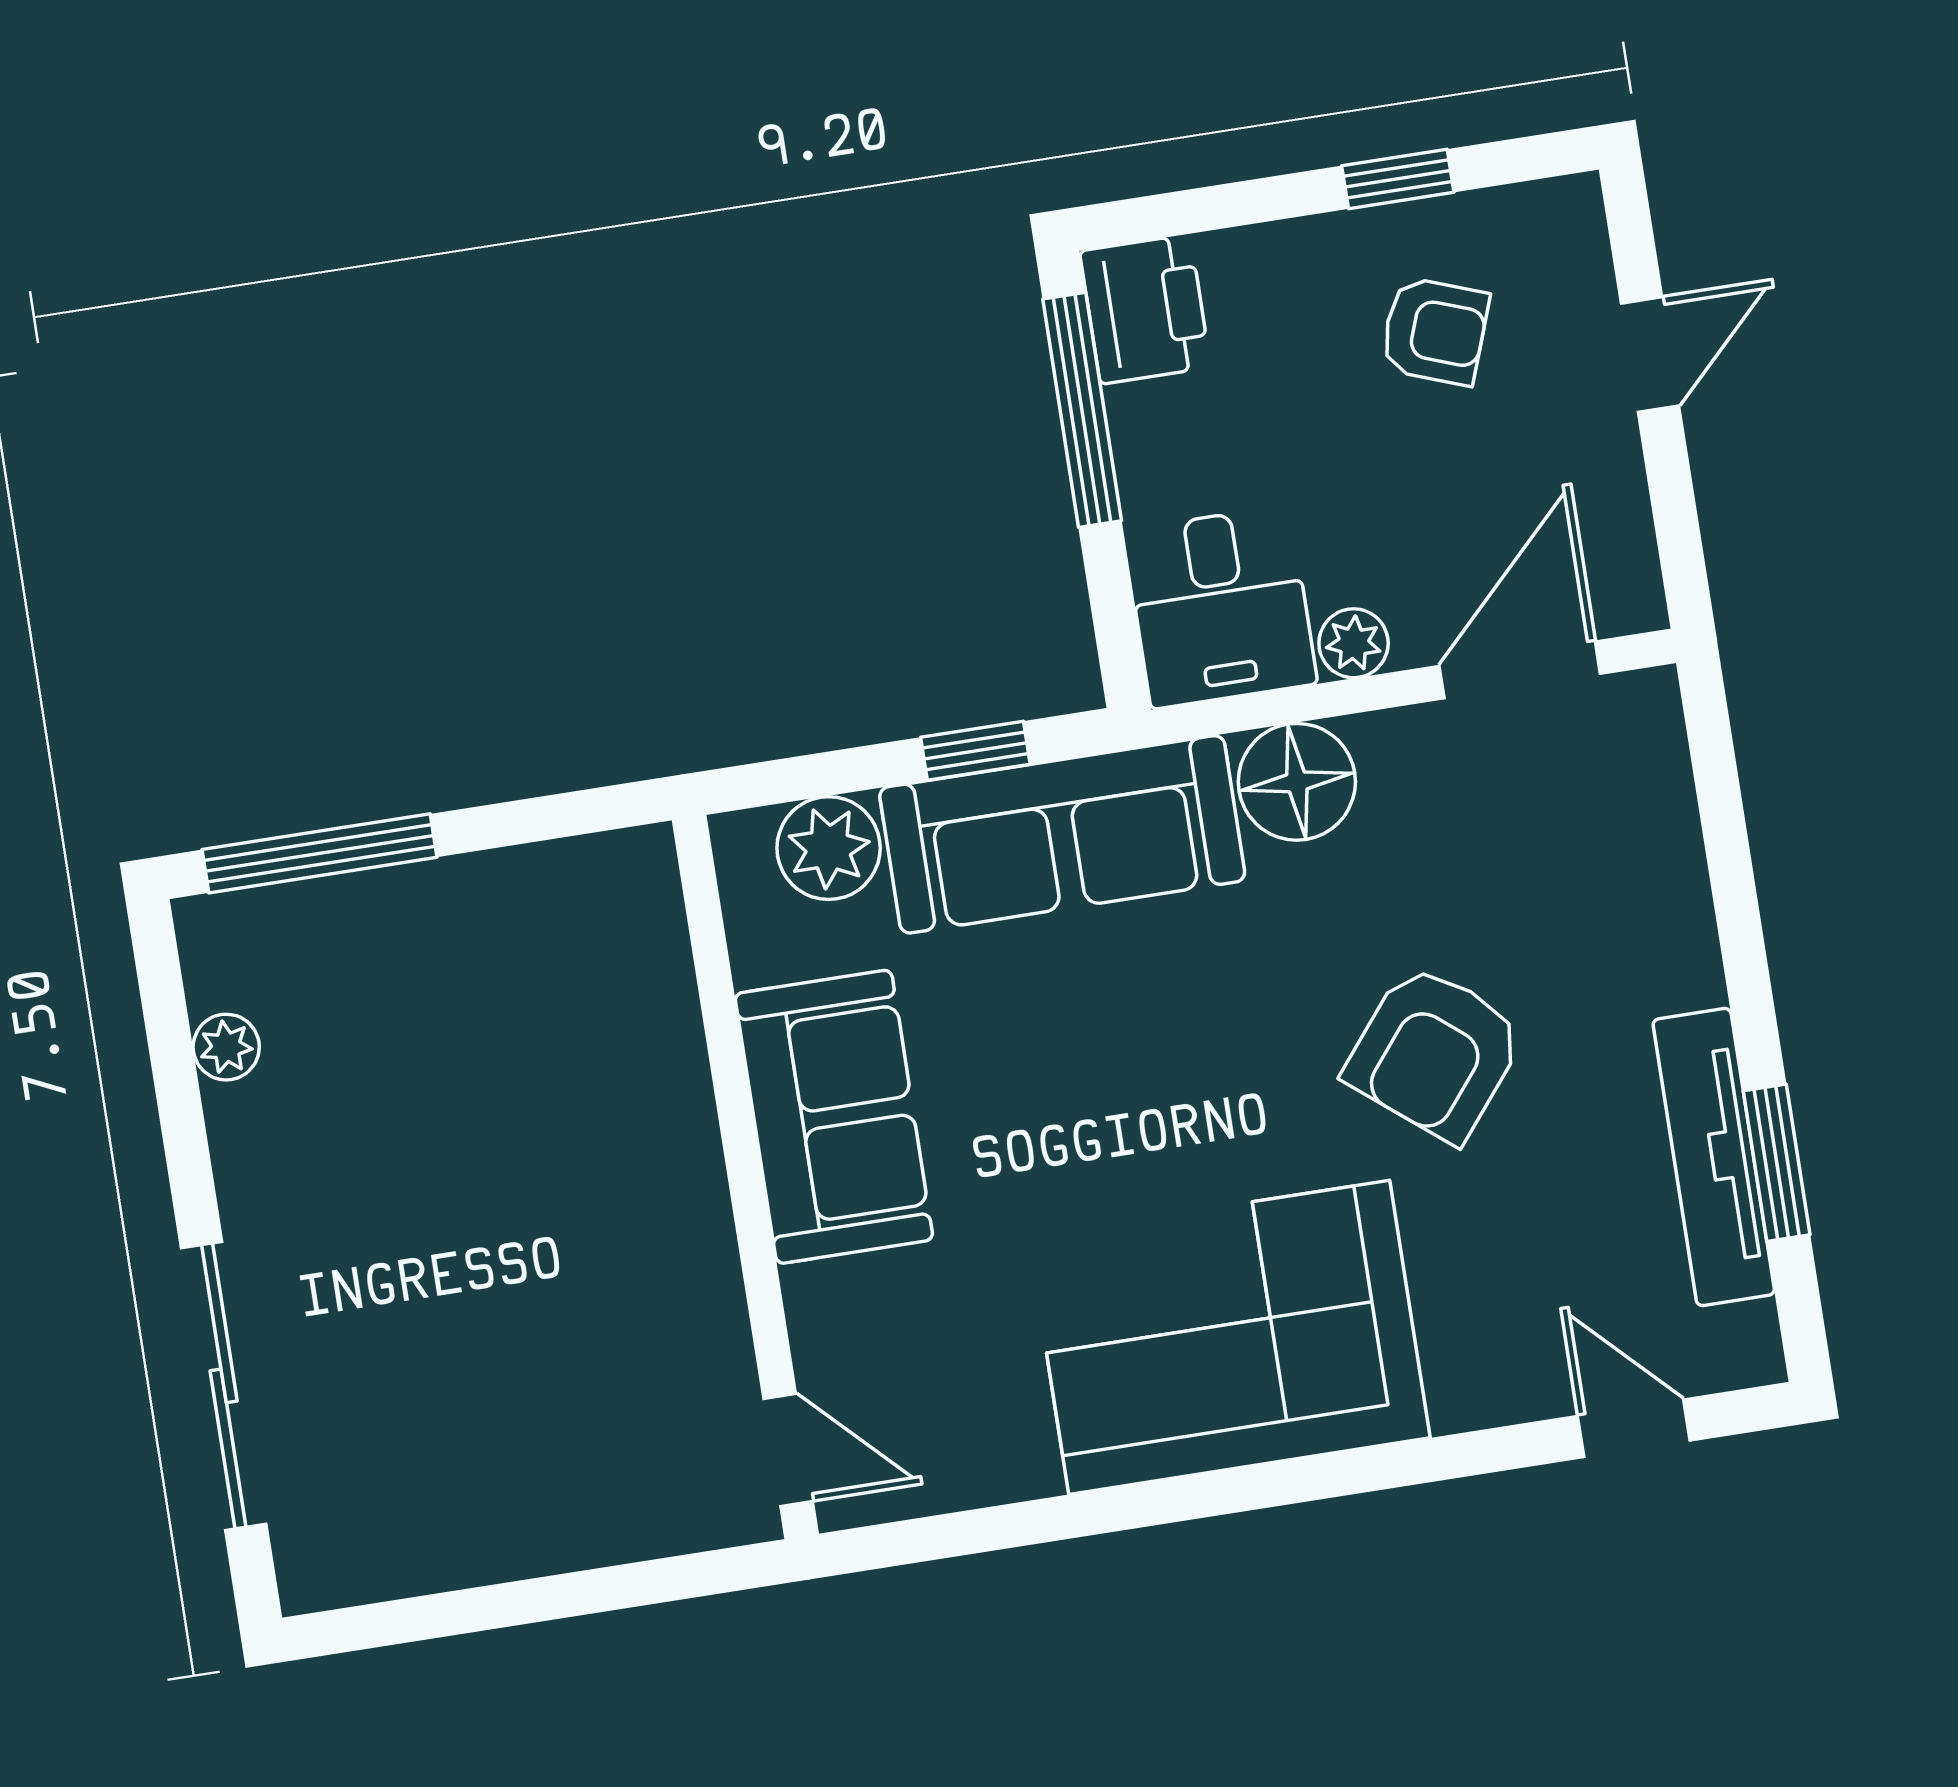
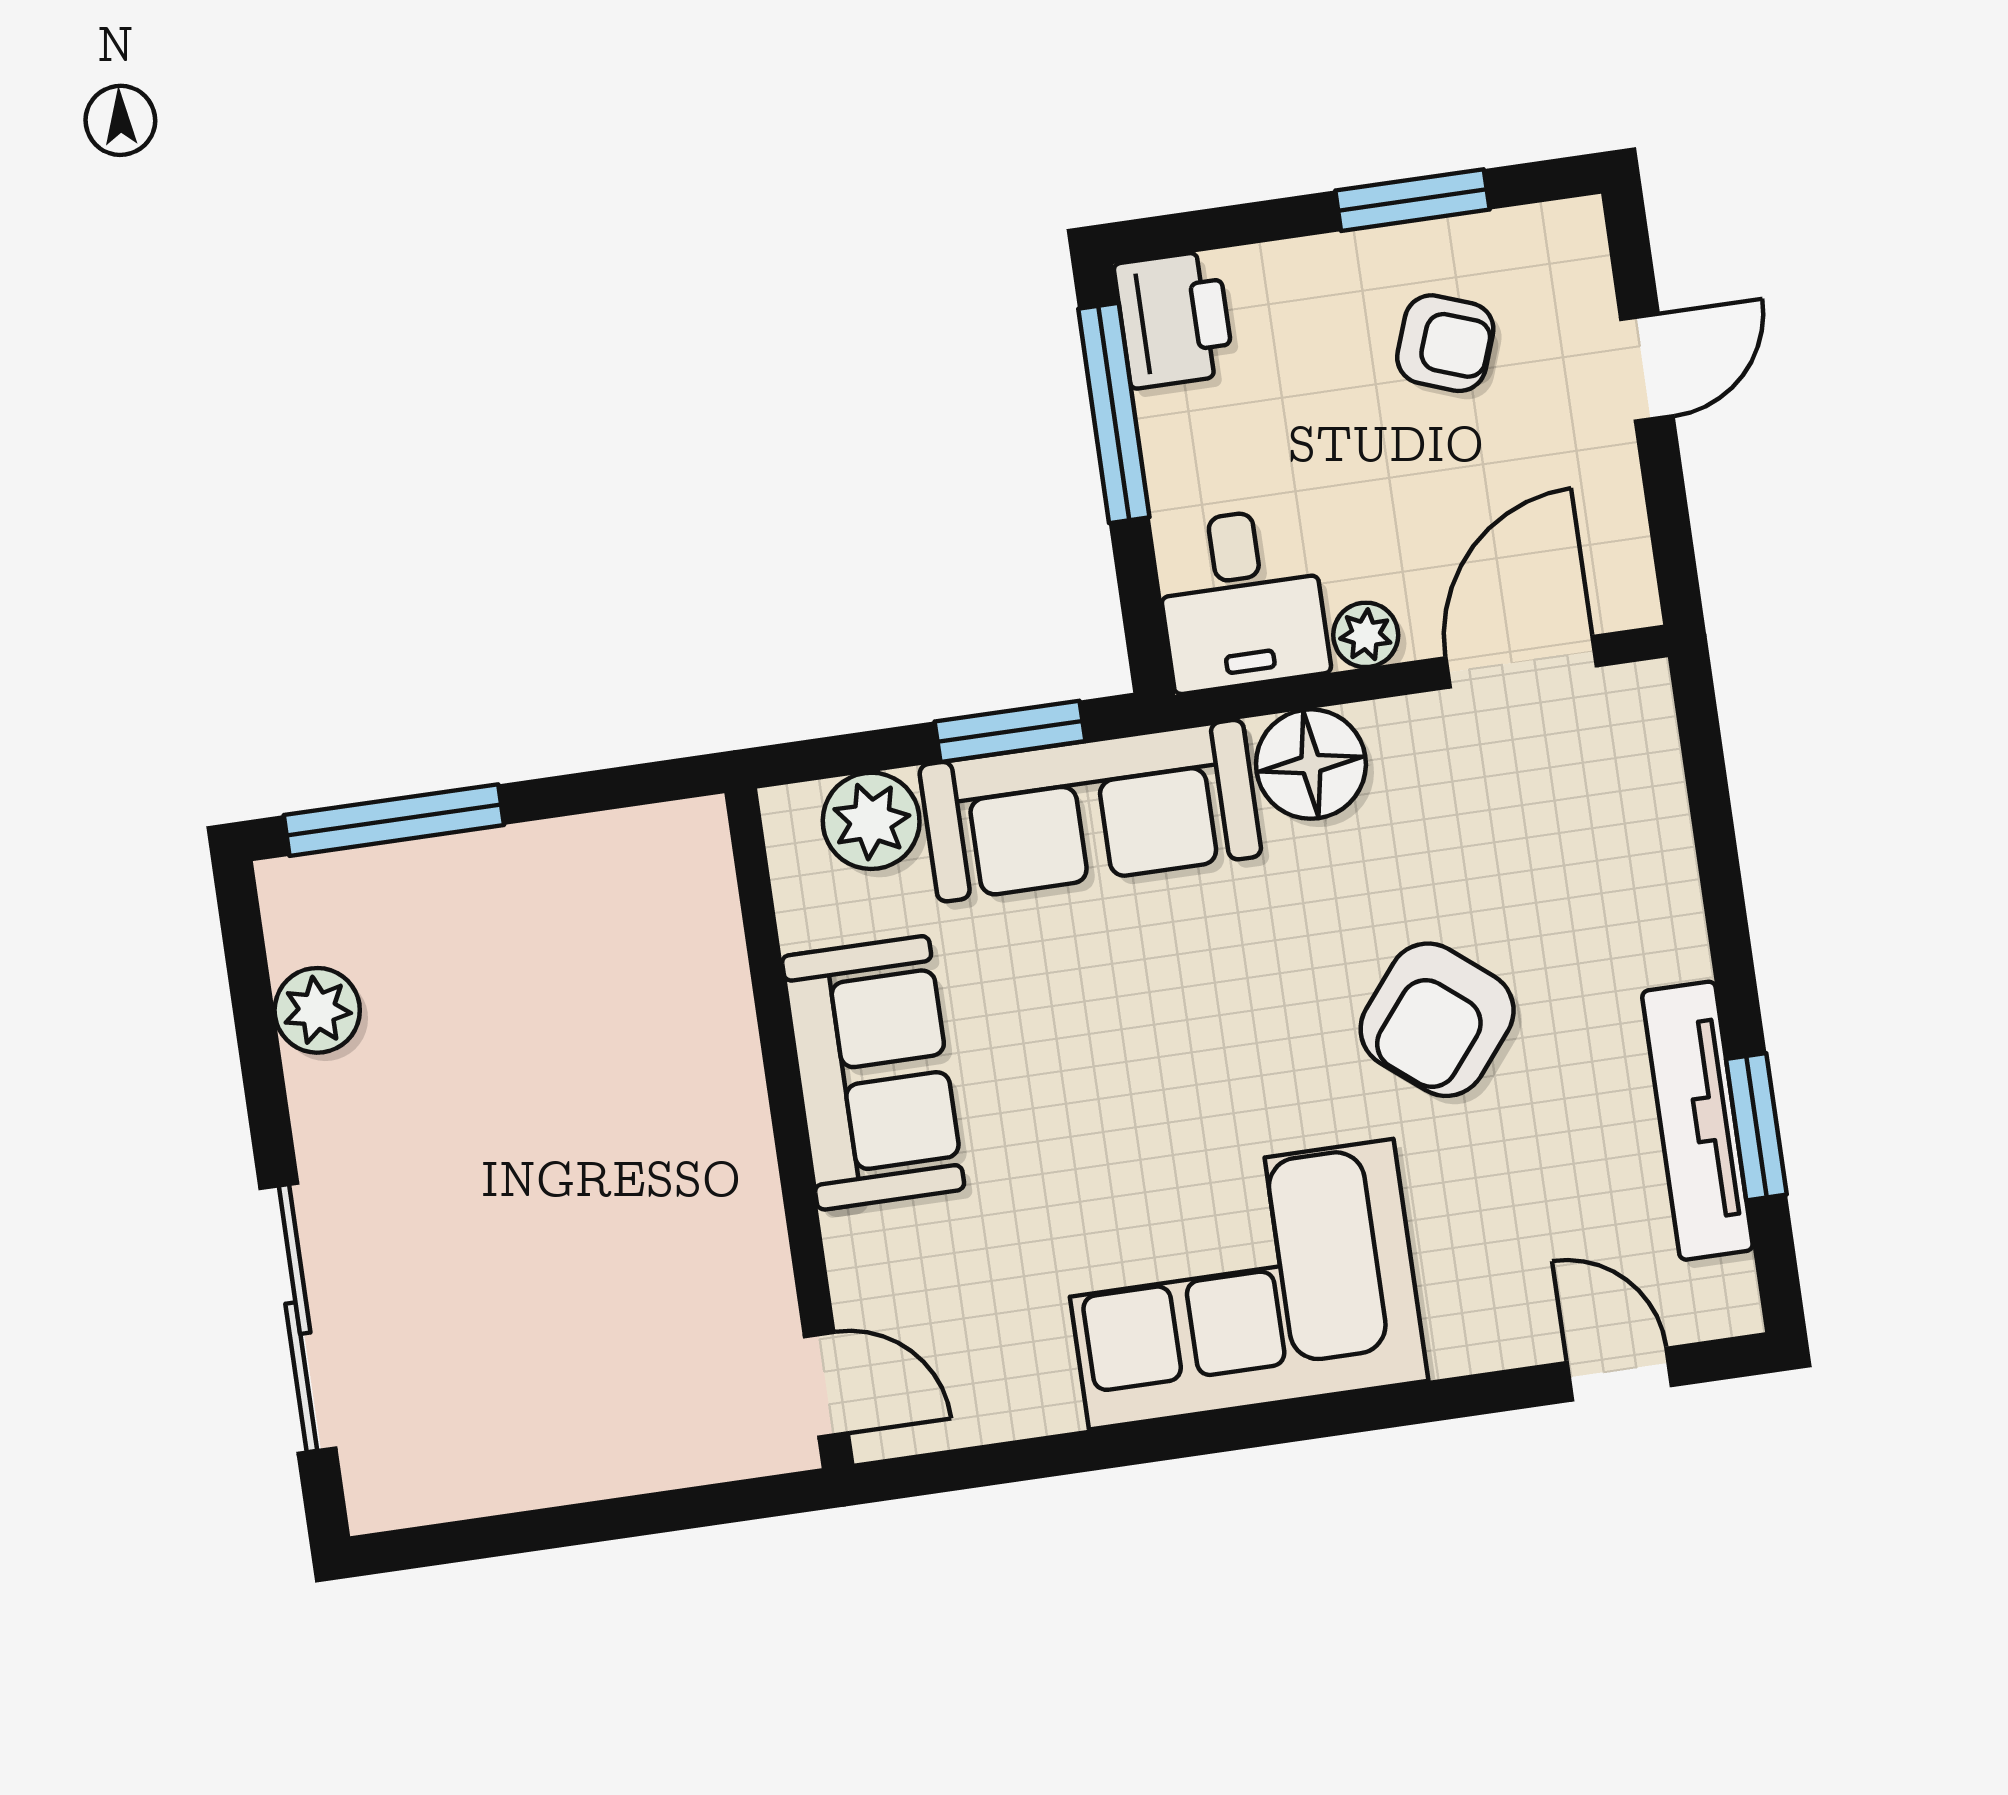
window: (1398, 179) -> (1412, 200), width x1.50
window: (975, 751) -> (1010, 731), width x1.50
plant: (226, 1047) -> (317, 1010), width x1.38, depth x1.38

